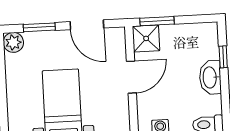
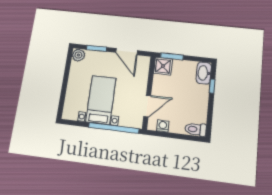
door: (131, 77) -> (147, 106), moved
washbasin: (210, 77) -> (204, 73), moved

